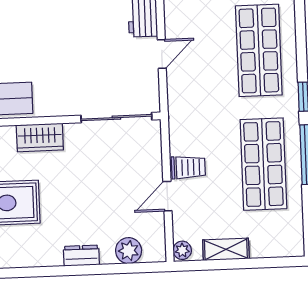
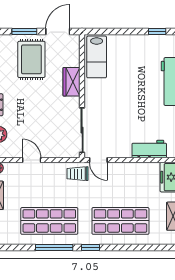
door: (162, 54) -> (98, 160), moved
trolley: (188, 167) -> (77, 174), moved, turned 90

